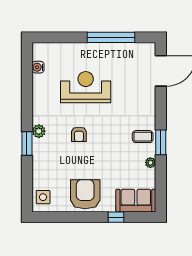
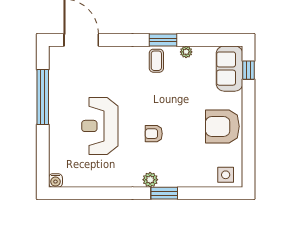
water cooler: (38, 67) -> (55, 180), moved
armchair: (79, 134) -> (154, 134), turned 180
window: (116, 217) -> (248, 70), moved

